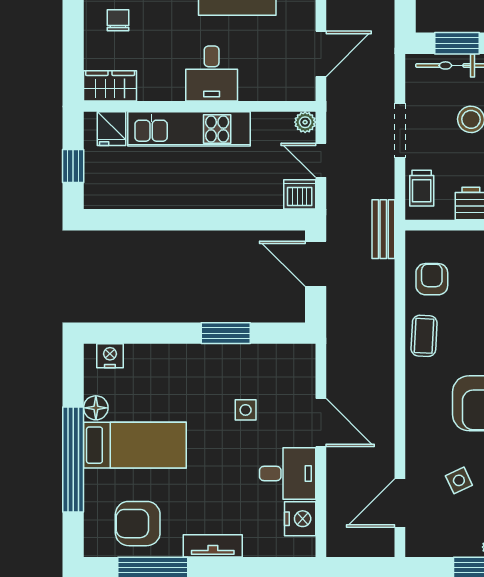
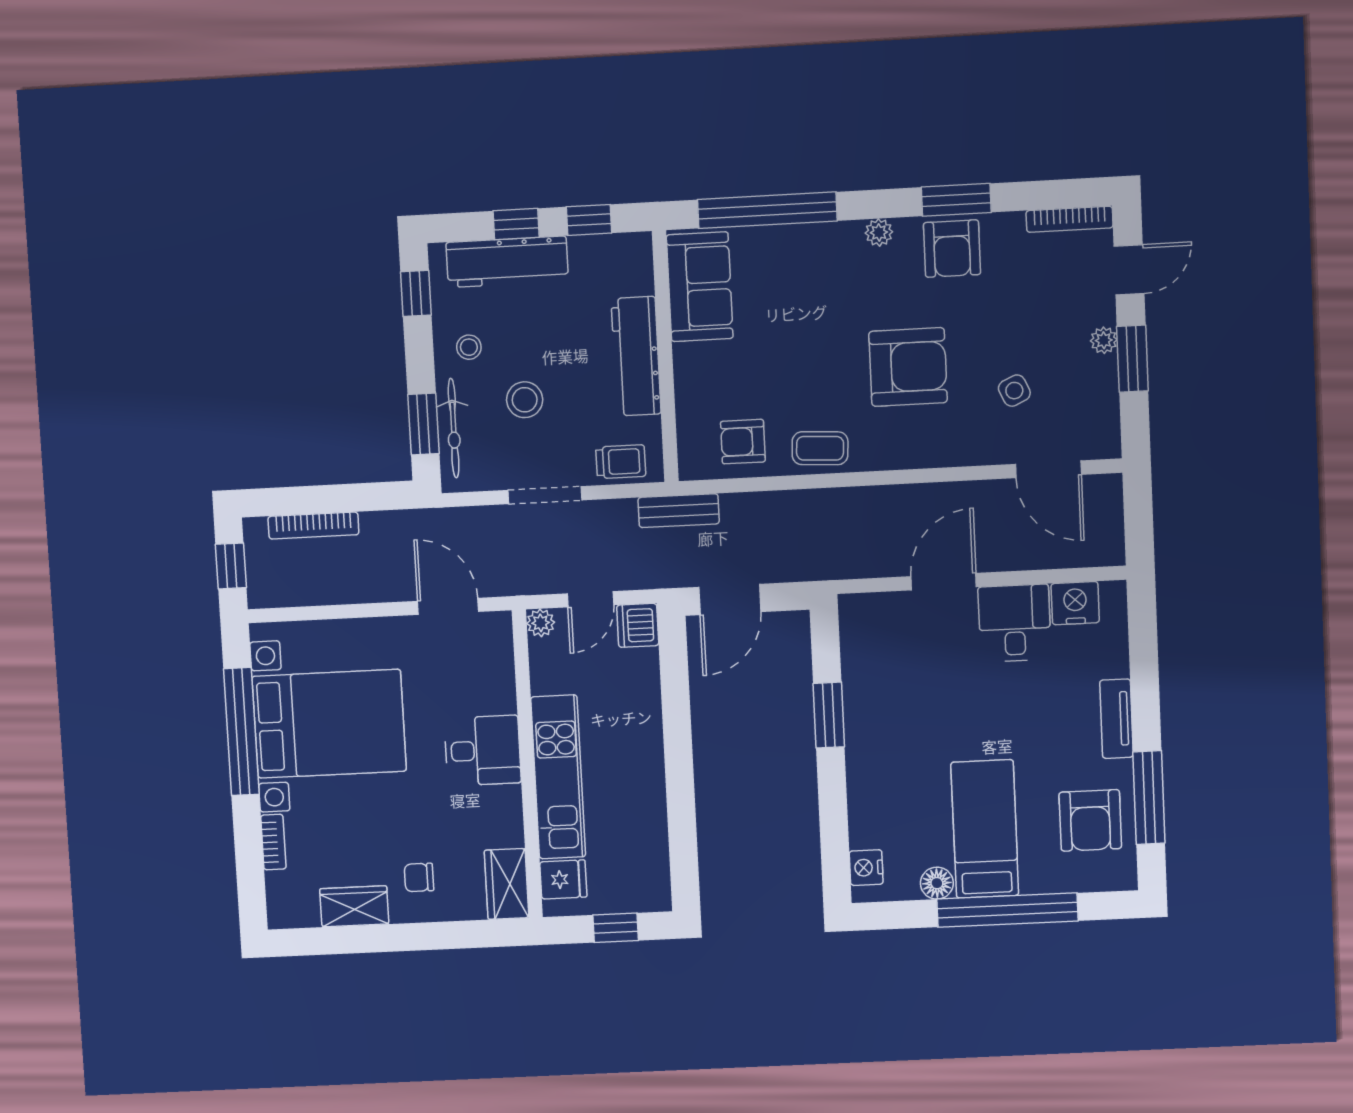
side table: (246, 410) -> (931, 684), removed

